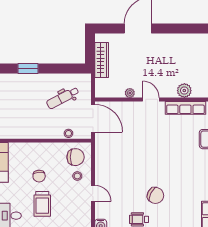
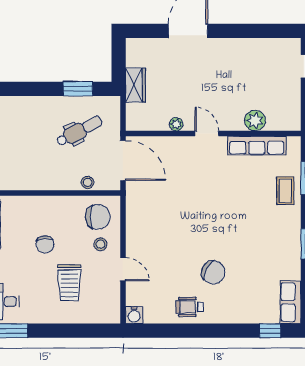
wardrobe: (102, 60) -> (135, 85), width x0.67
window: (28, 69) -> (78, 89), moved
dental chair: (63, 98) -> (79, 131), turned 180
trolley: (42, 204) -> (69, 283), moved

